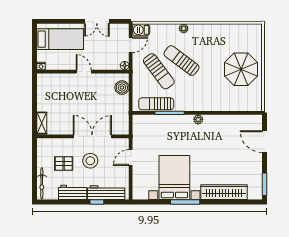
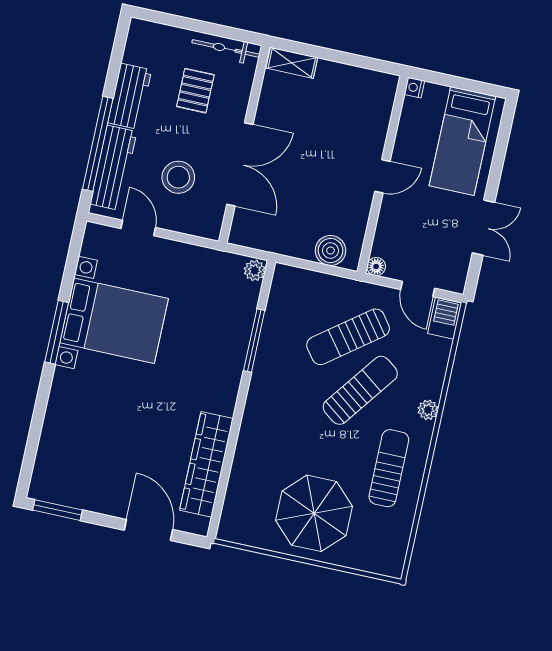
double door: (97, 21) -> (483, 228), swing flipped
sun lounger: (156, 104) -> (389, 468), moved
plant: (198, 119) -> (255, 270), moved
door: (265, 142) -> (148, 530), hinge flipped
door: (131, 158) -> (138, 228), moved
stool: (90, 161) -> (178, 177), moved
bicycle: (42, 183) -> (226, 48), moved
wardrobe: (224, 192) -> (206, 464), moved, turned 180
window: (97, 202) -> (98, 144), width x3.17

